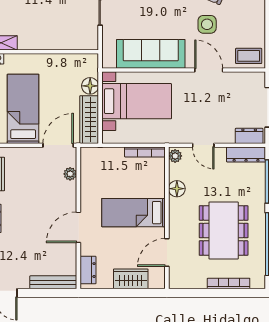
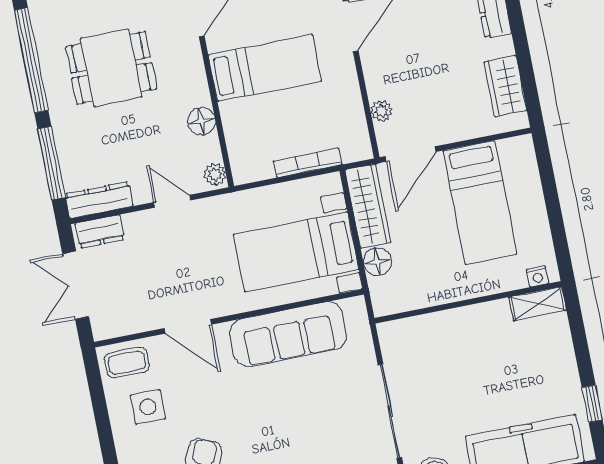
side table: (207, 24) -> (148, 407), moved
bookcase: (145, 152) -> (308, 163), moved
dining table: (224, 231) -> (111, 68), width x0.73

